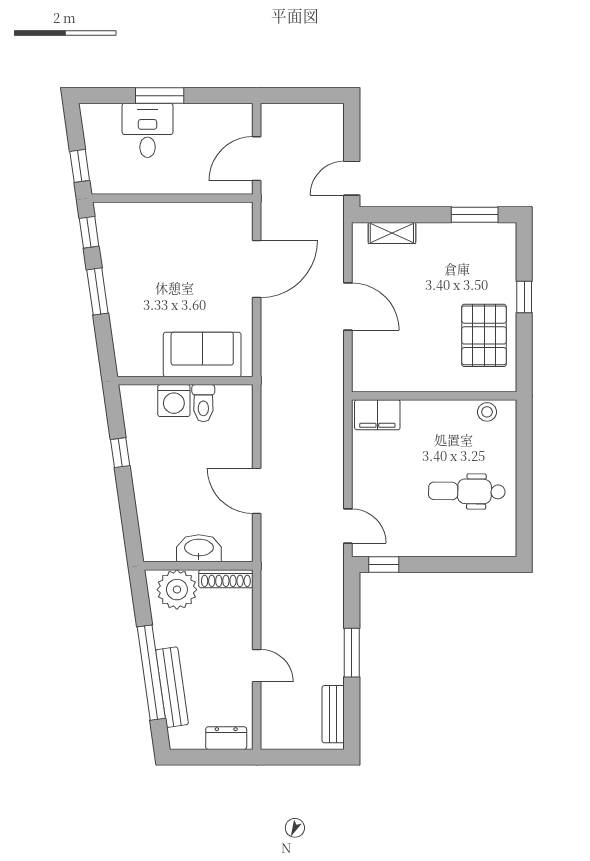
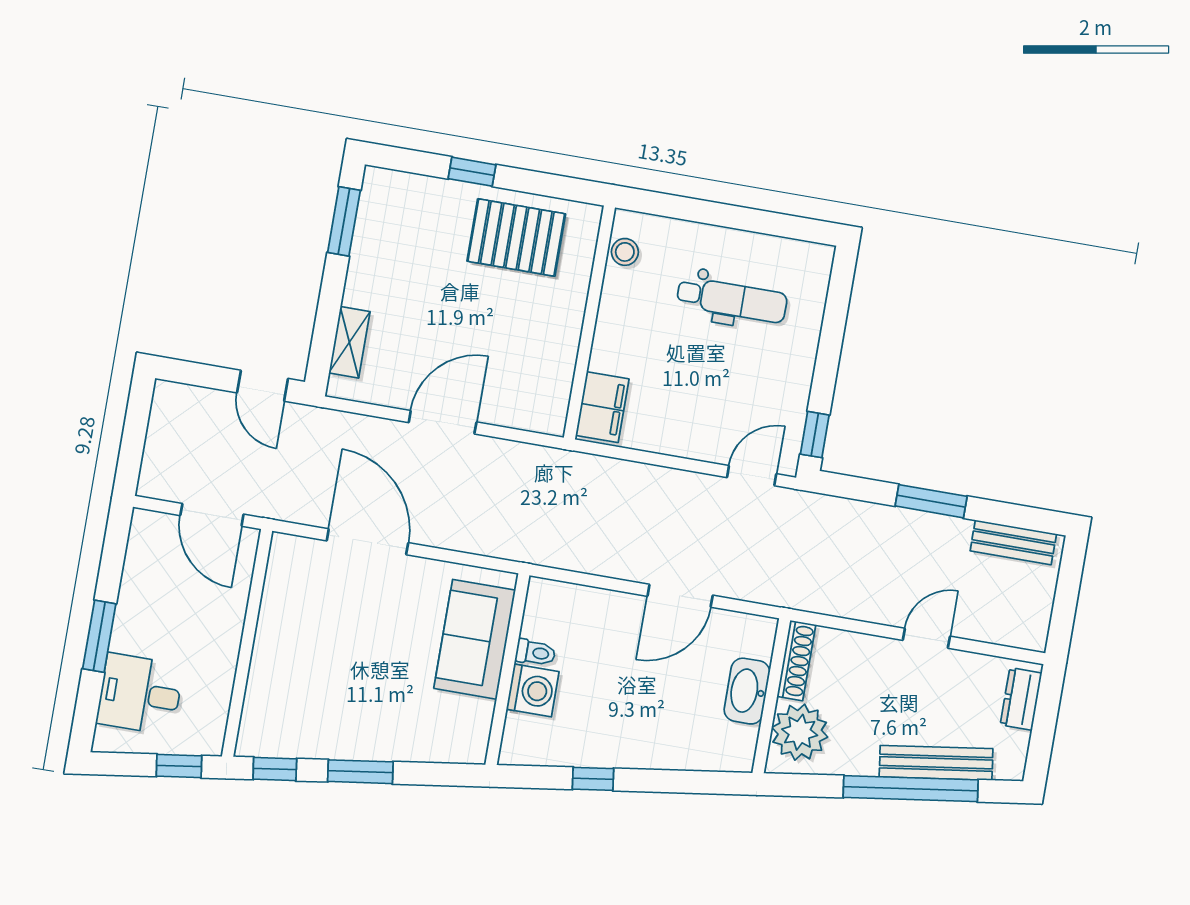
desk: (148, 130) -> (140, 694), moved
toilet: (203, 403) -> (535, 653), width x0.73, depth x0.72
dental chair: (467, 491) -> (732, 300), turned -91

